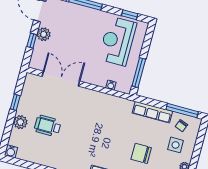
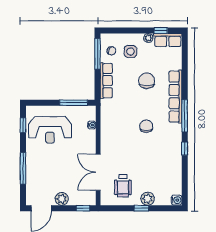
window: (32, 41) -> (83, 208), moved
window: (15, 102) -> (141, 208), moved
wheelchair: (48, 126) -> (123, 186), moved
chair: (95, 141) -> (146, 126), added
chair: (141, 153) -> (147, 81), turned 180

